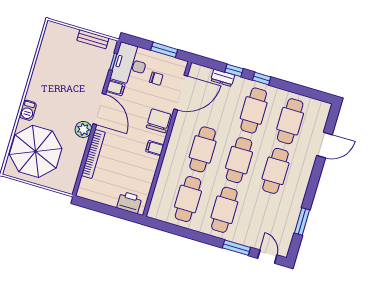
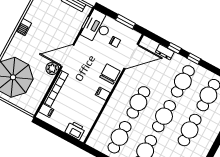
filing cabinet: (116, 88) -> (46, 111), moved
door: (99, 109) -> (67, 56), swing flipped
barbecue: (28, 110) -> (24, 27), moved

